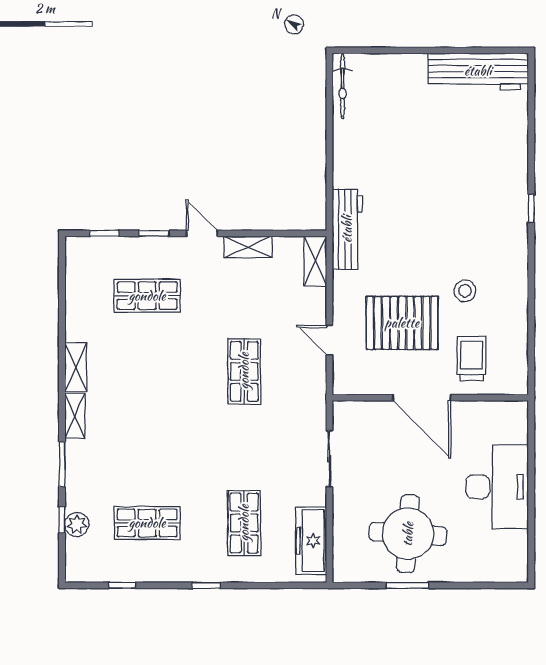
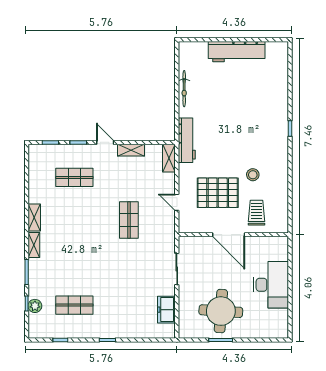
workbench: (478, 71) -> (237, 52), moved
bicycle: (343, 86) -> (184, 89), moved
shop shelf: (244, 523) -> (129, 305), removed
freezer: (311, 541) -> (166, 310), width x0.71

